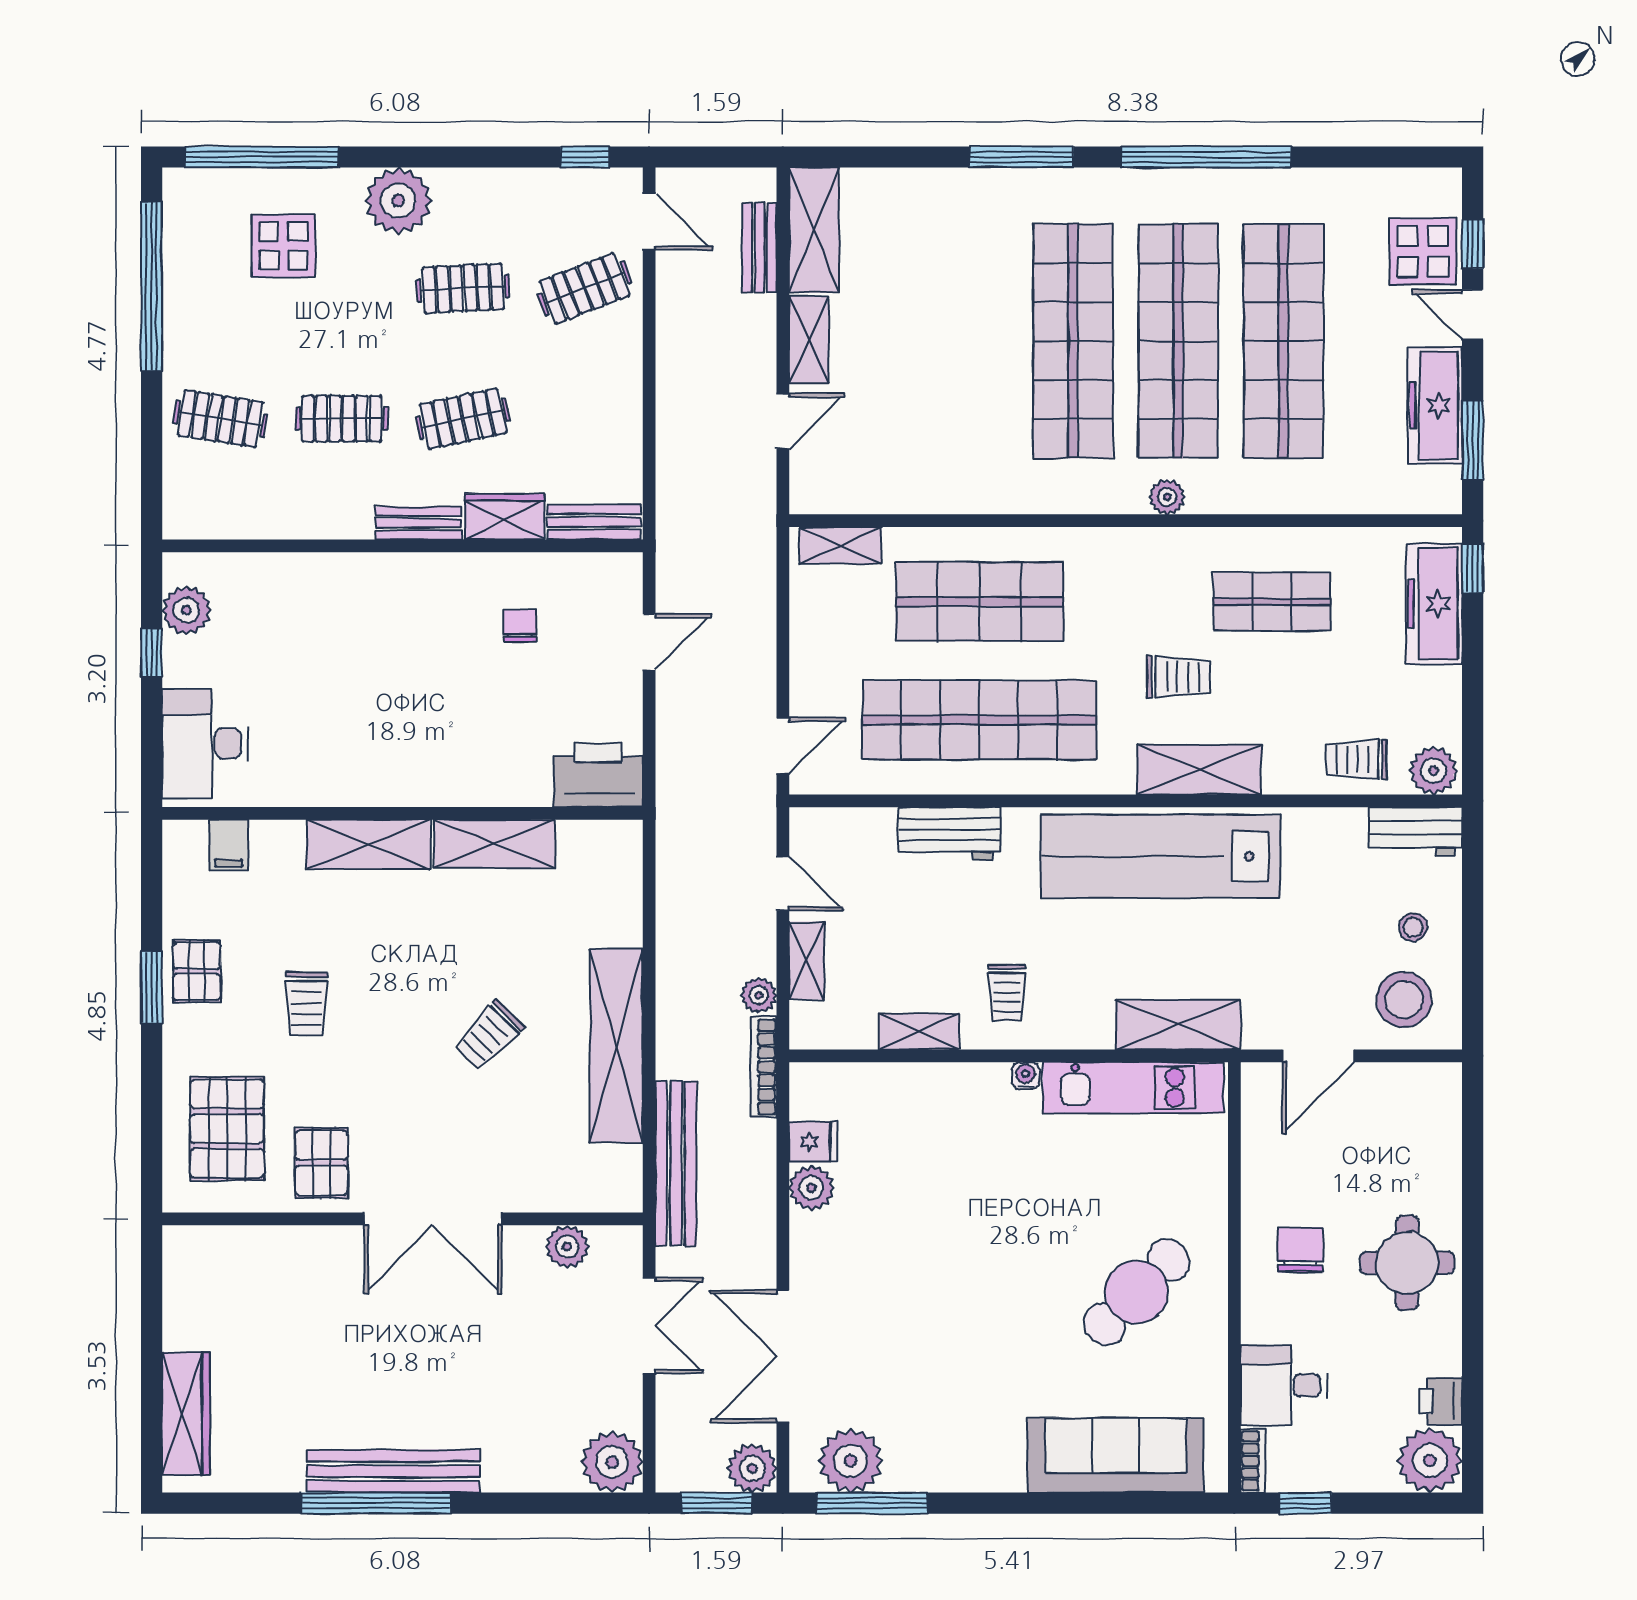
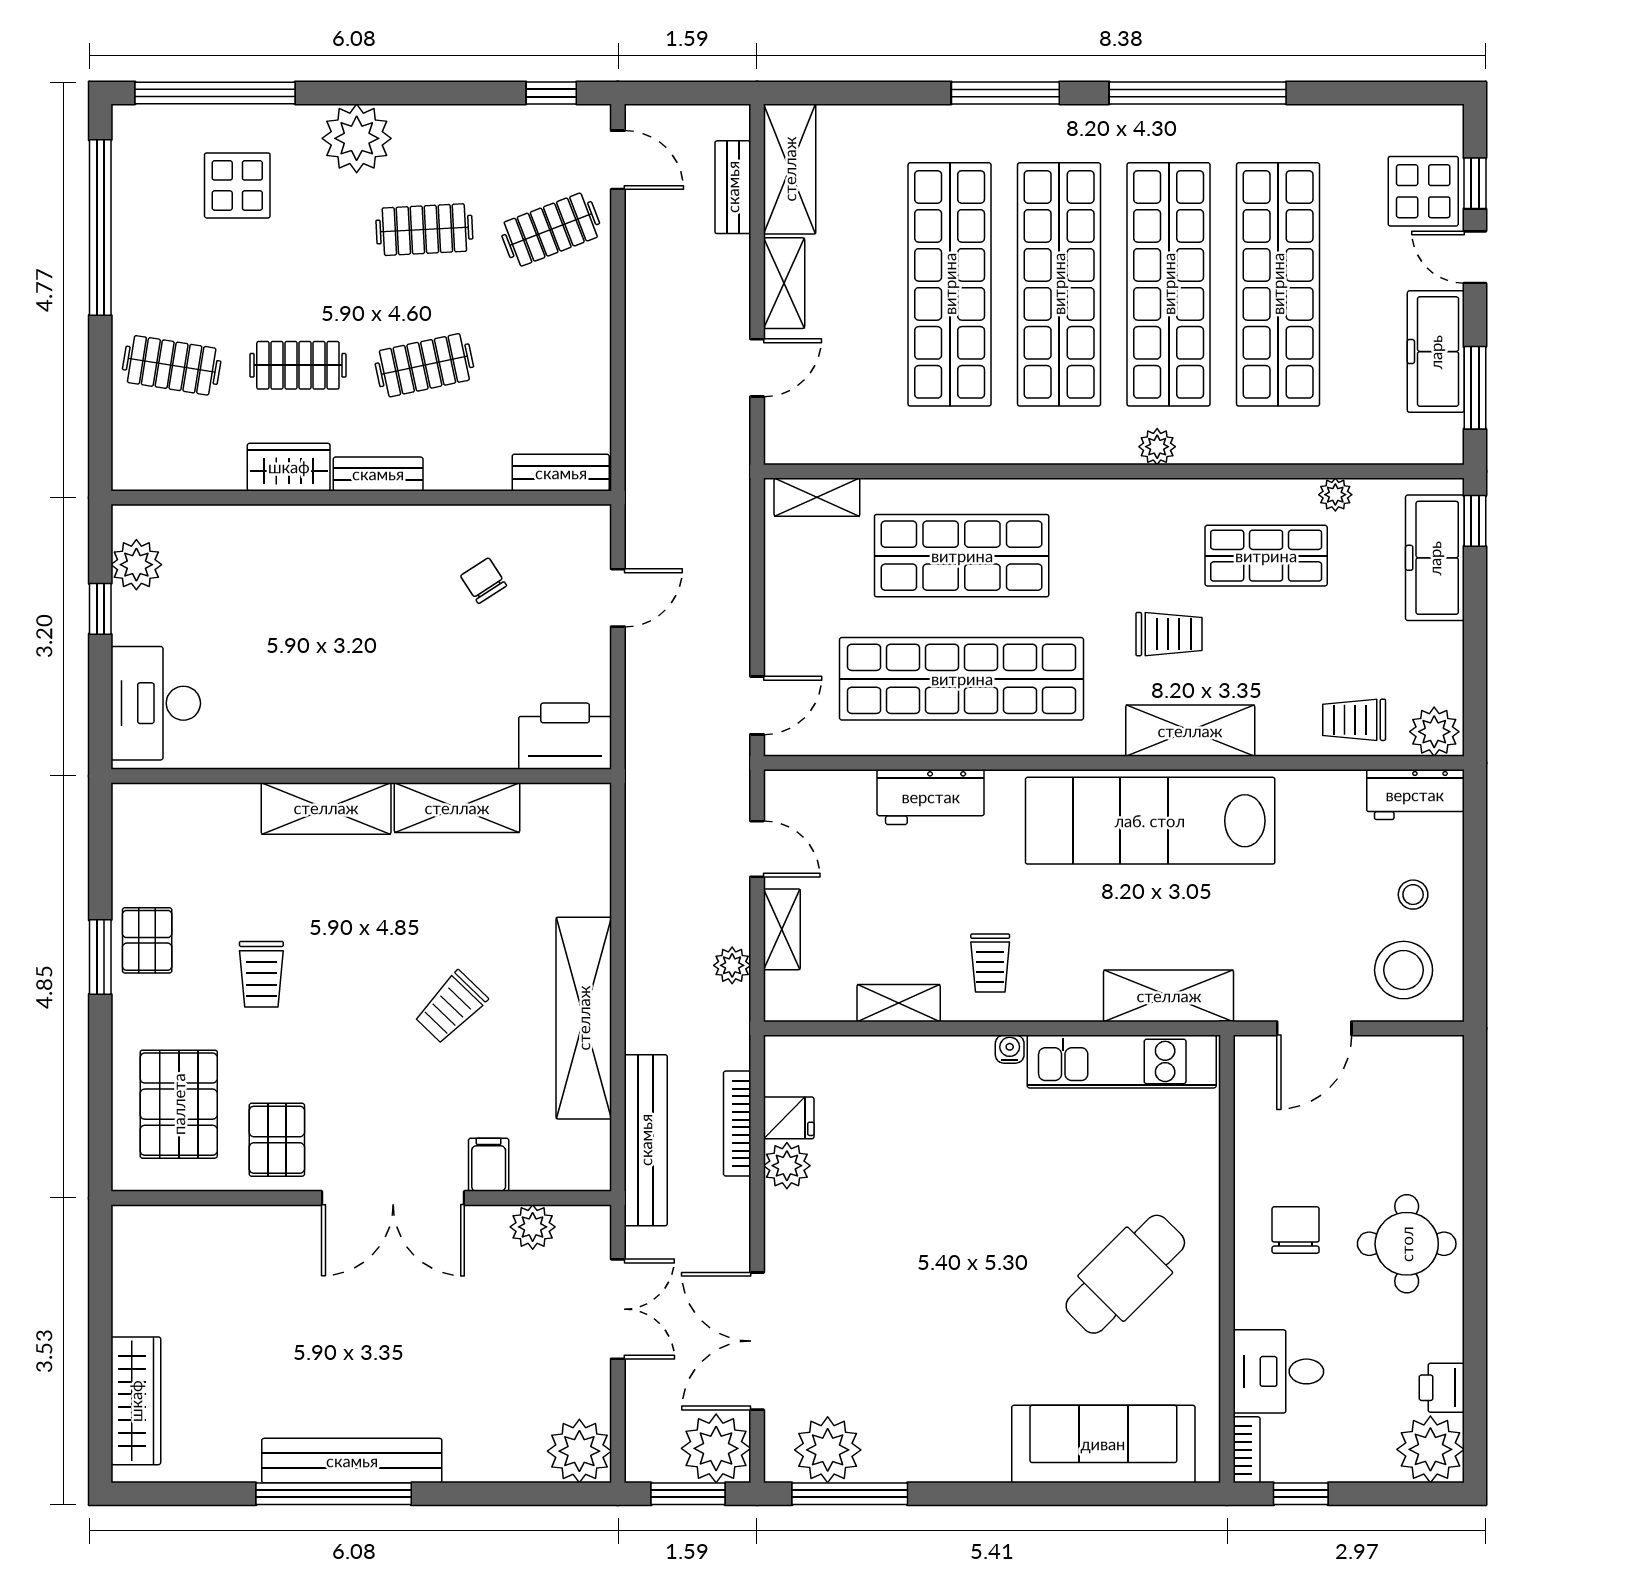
shop shelf: (968, 341) -> (950, 284), added
wardrobe: (505, 517) -> (289, 467), moved
plant: (1338, 543) -> (1335, 495), added
chair: (520, 626) -> (484, 581), turned -33
filing cabinet: (229, 845) -> (489, 1165), moved, turned 180
bookcase: (764, 1067) -> (737, 1124), moved
plant: (752, 1468) -> (716, 1448), width x1.36, depth x1.36

